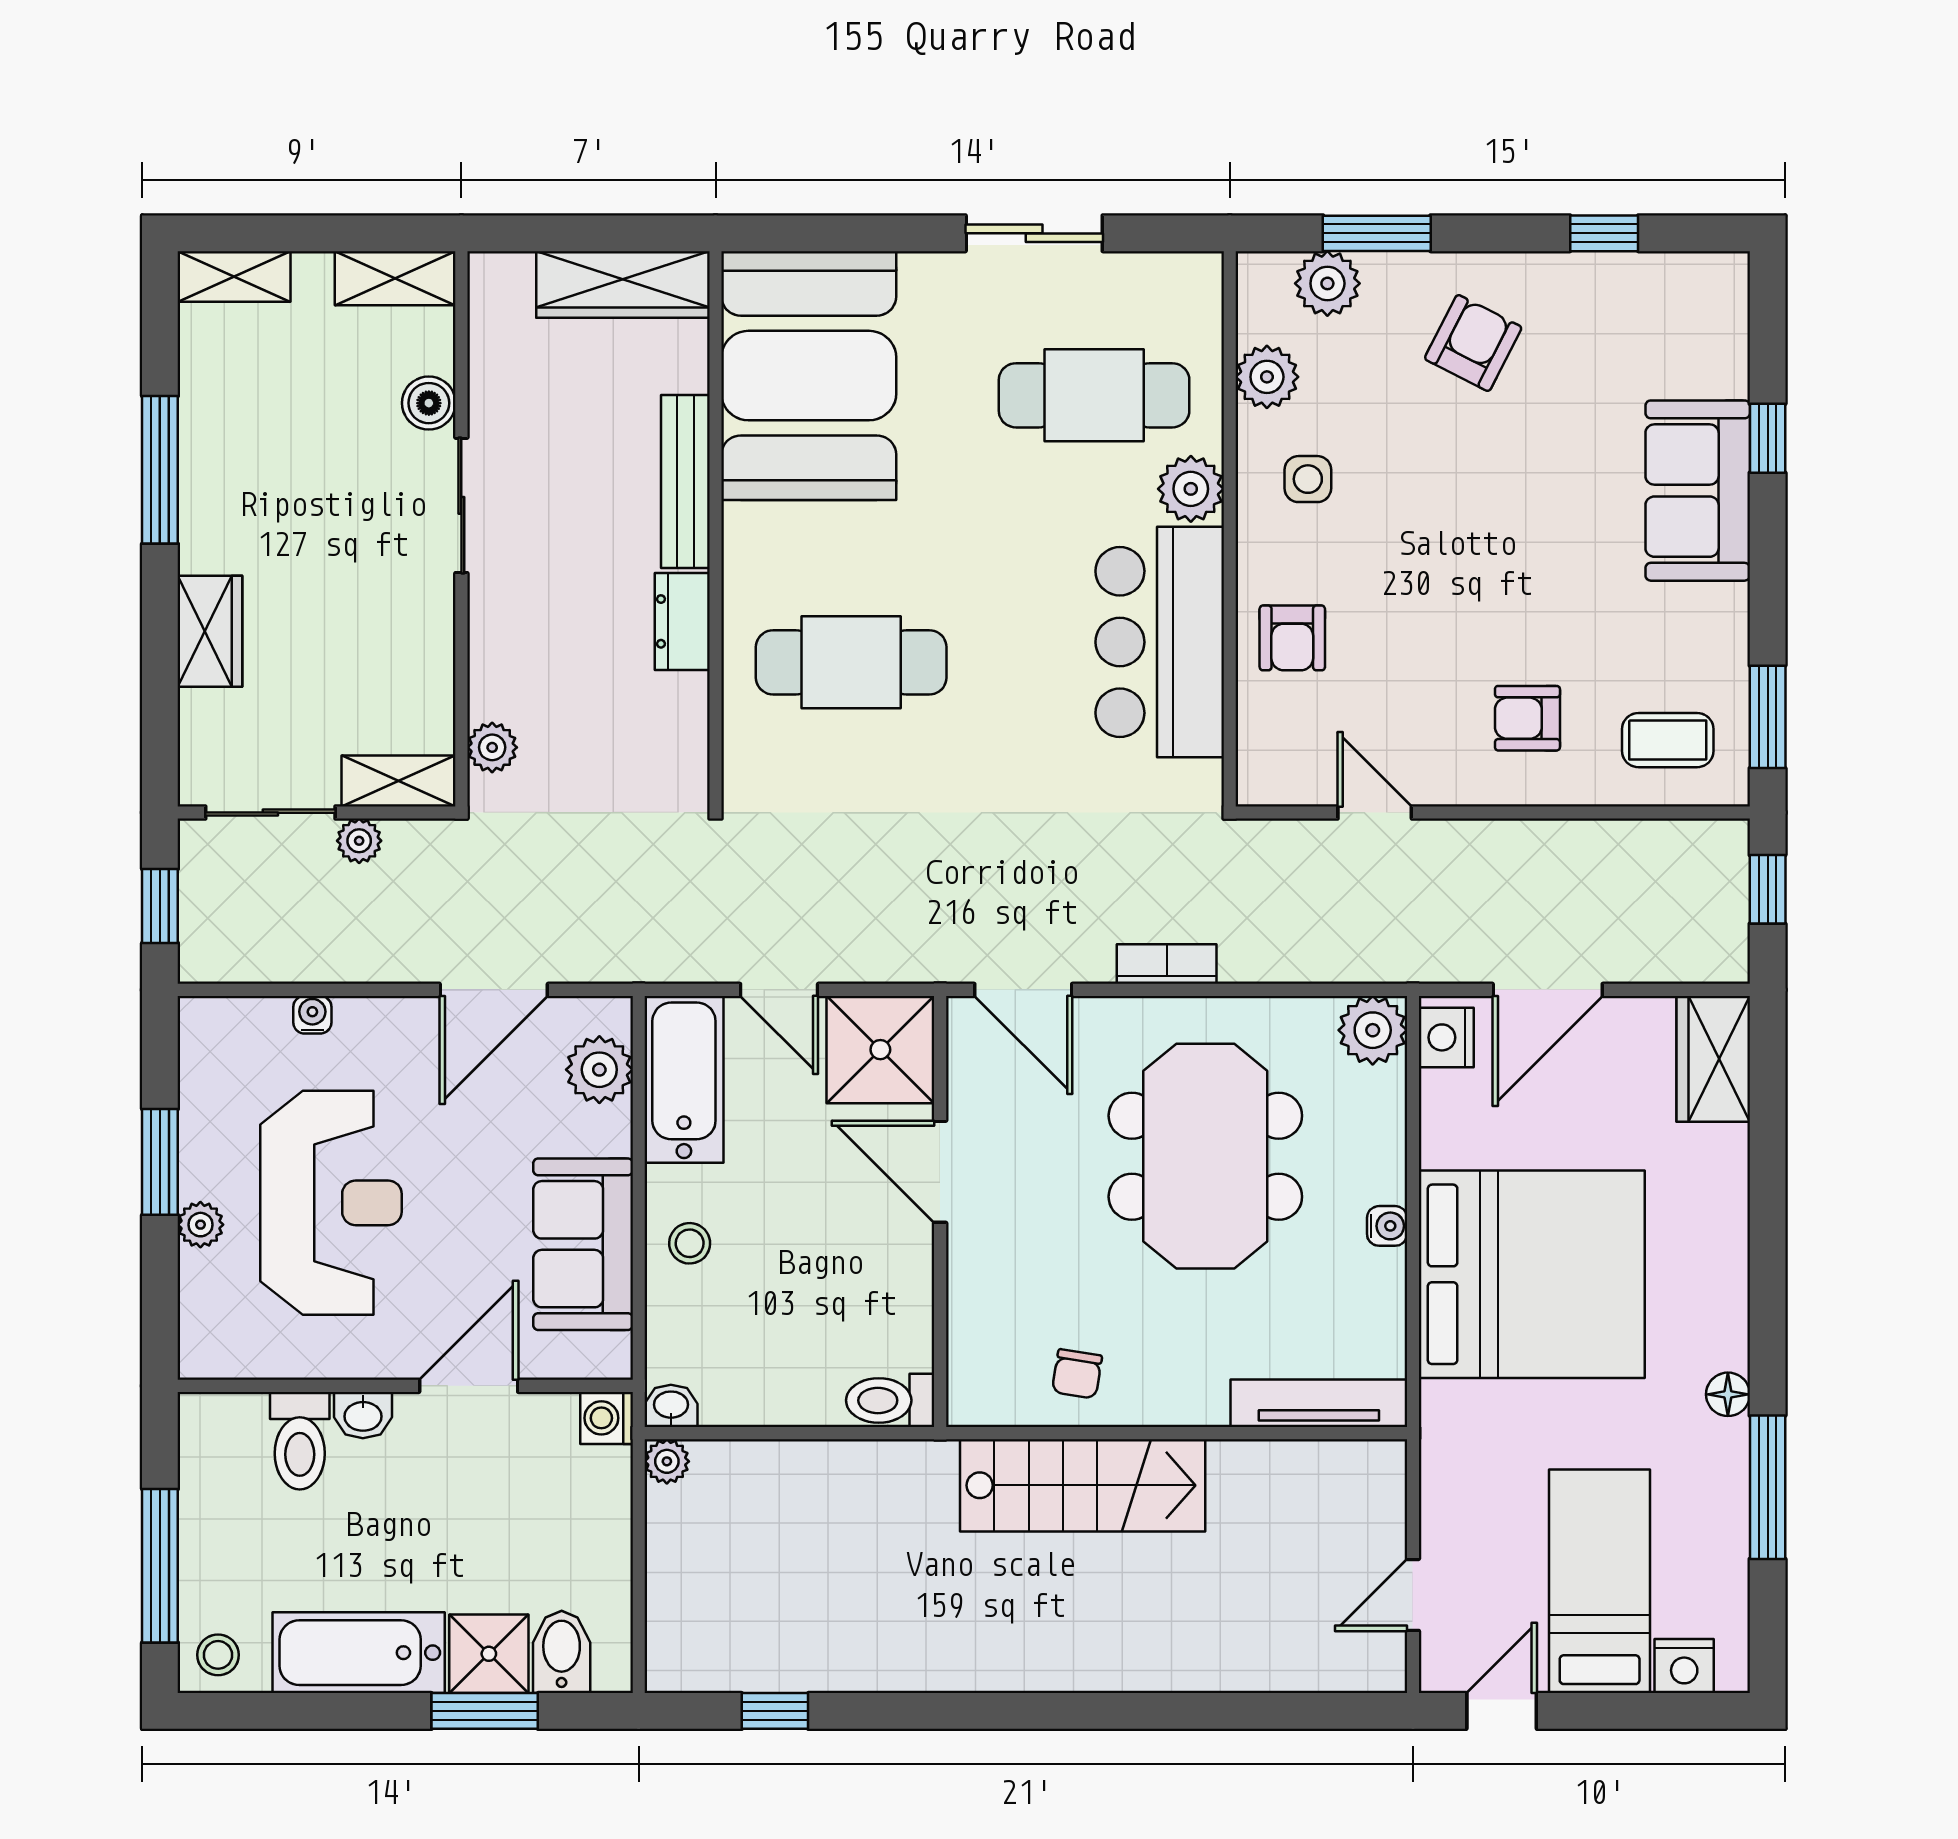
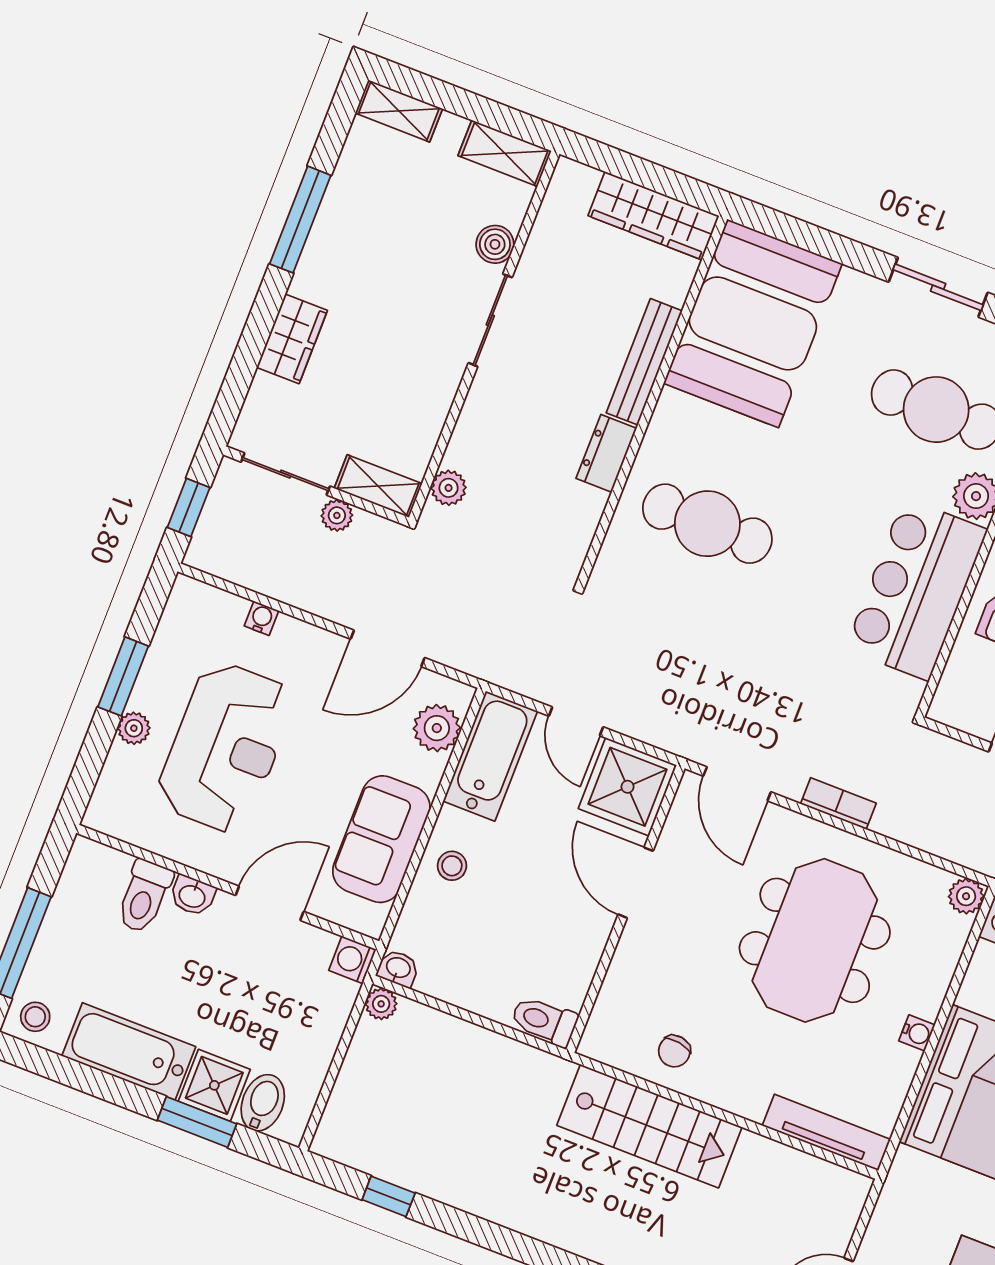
plant: (1373, 1030) -> (966, 896), width x0.73, depth x0.73

